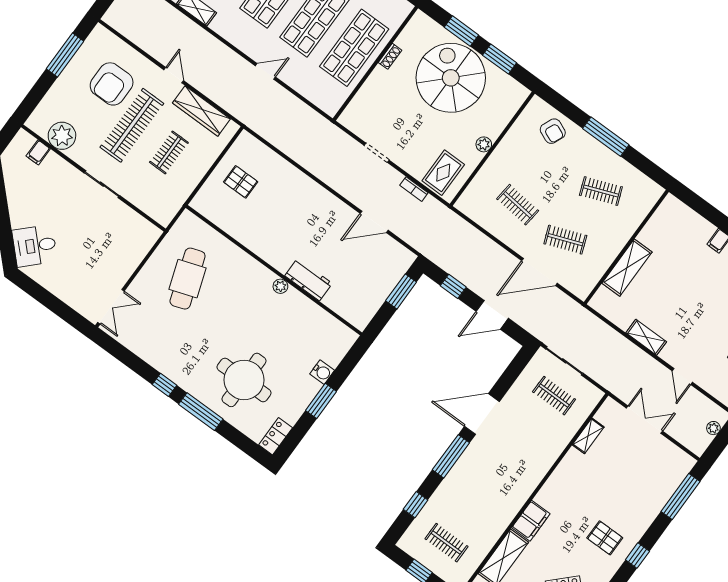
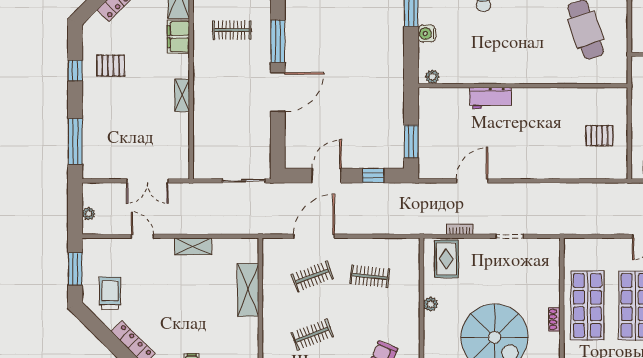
plant: (280, 286) -> (432, 77), moved
clothes rail: (554, 396) -> (232, 30), moved
shelving: (588, 436) -> (182, 95), moved

